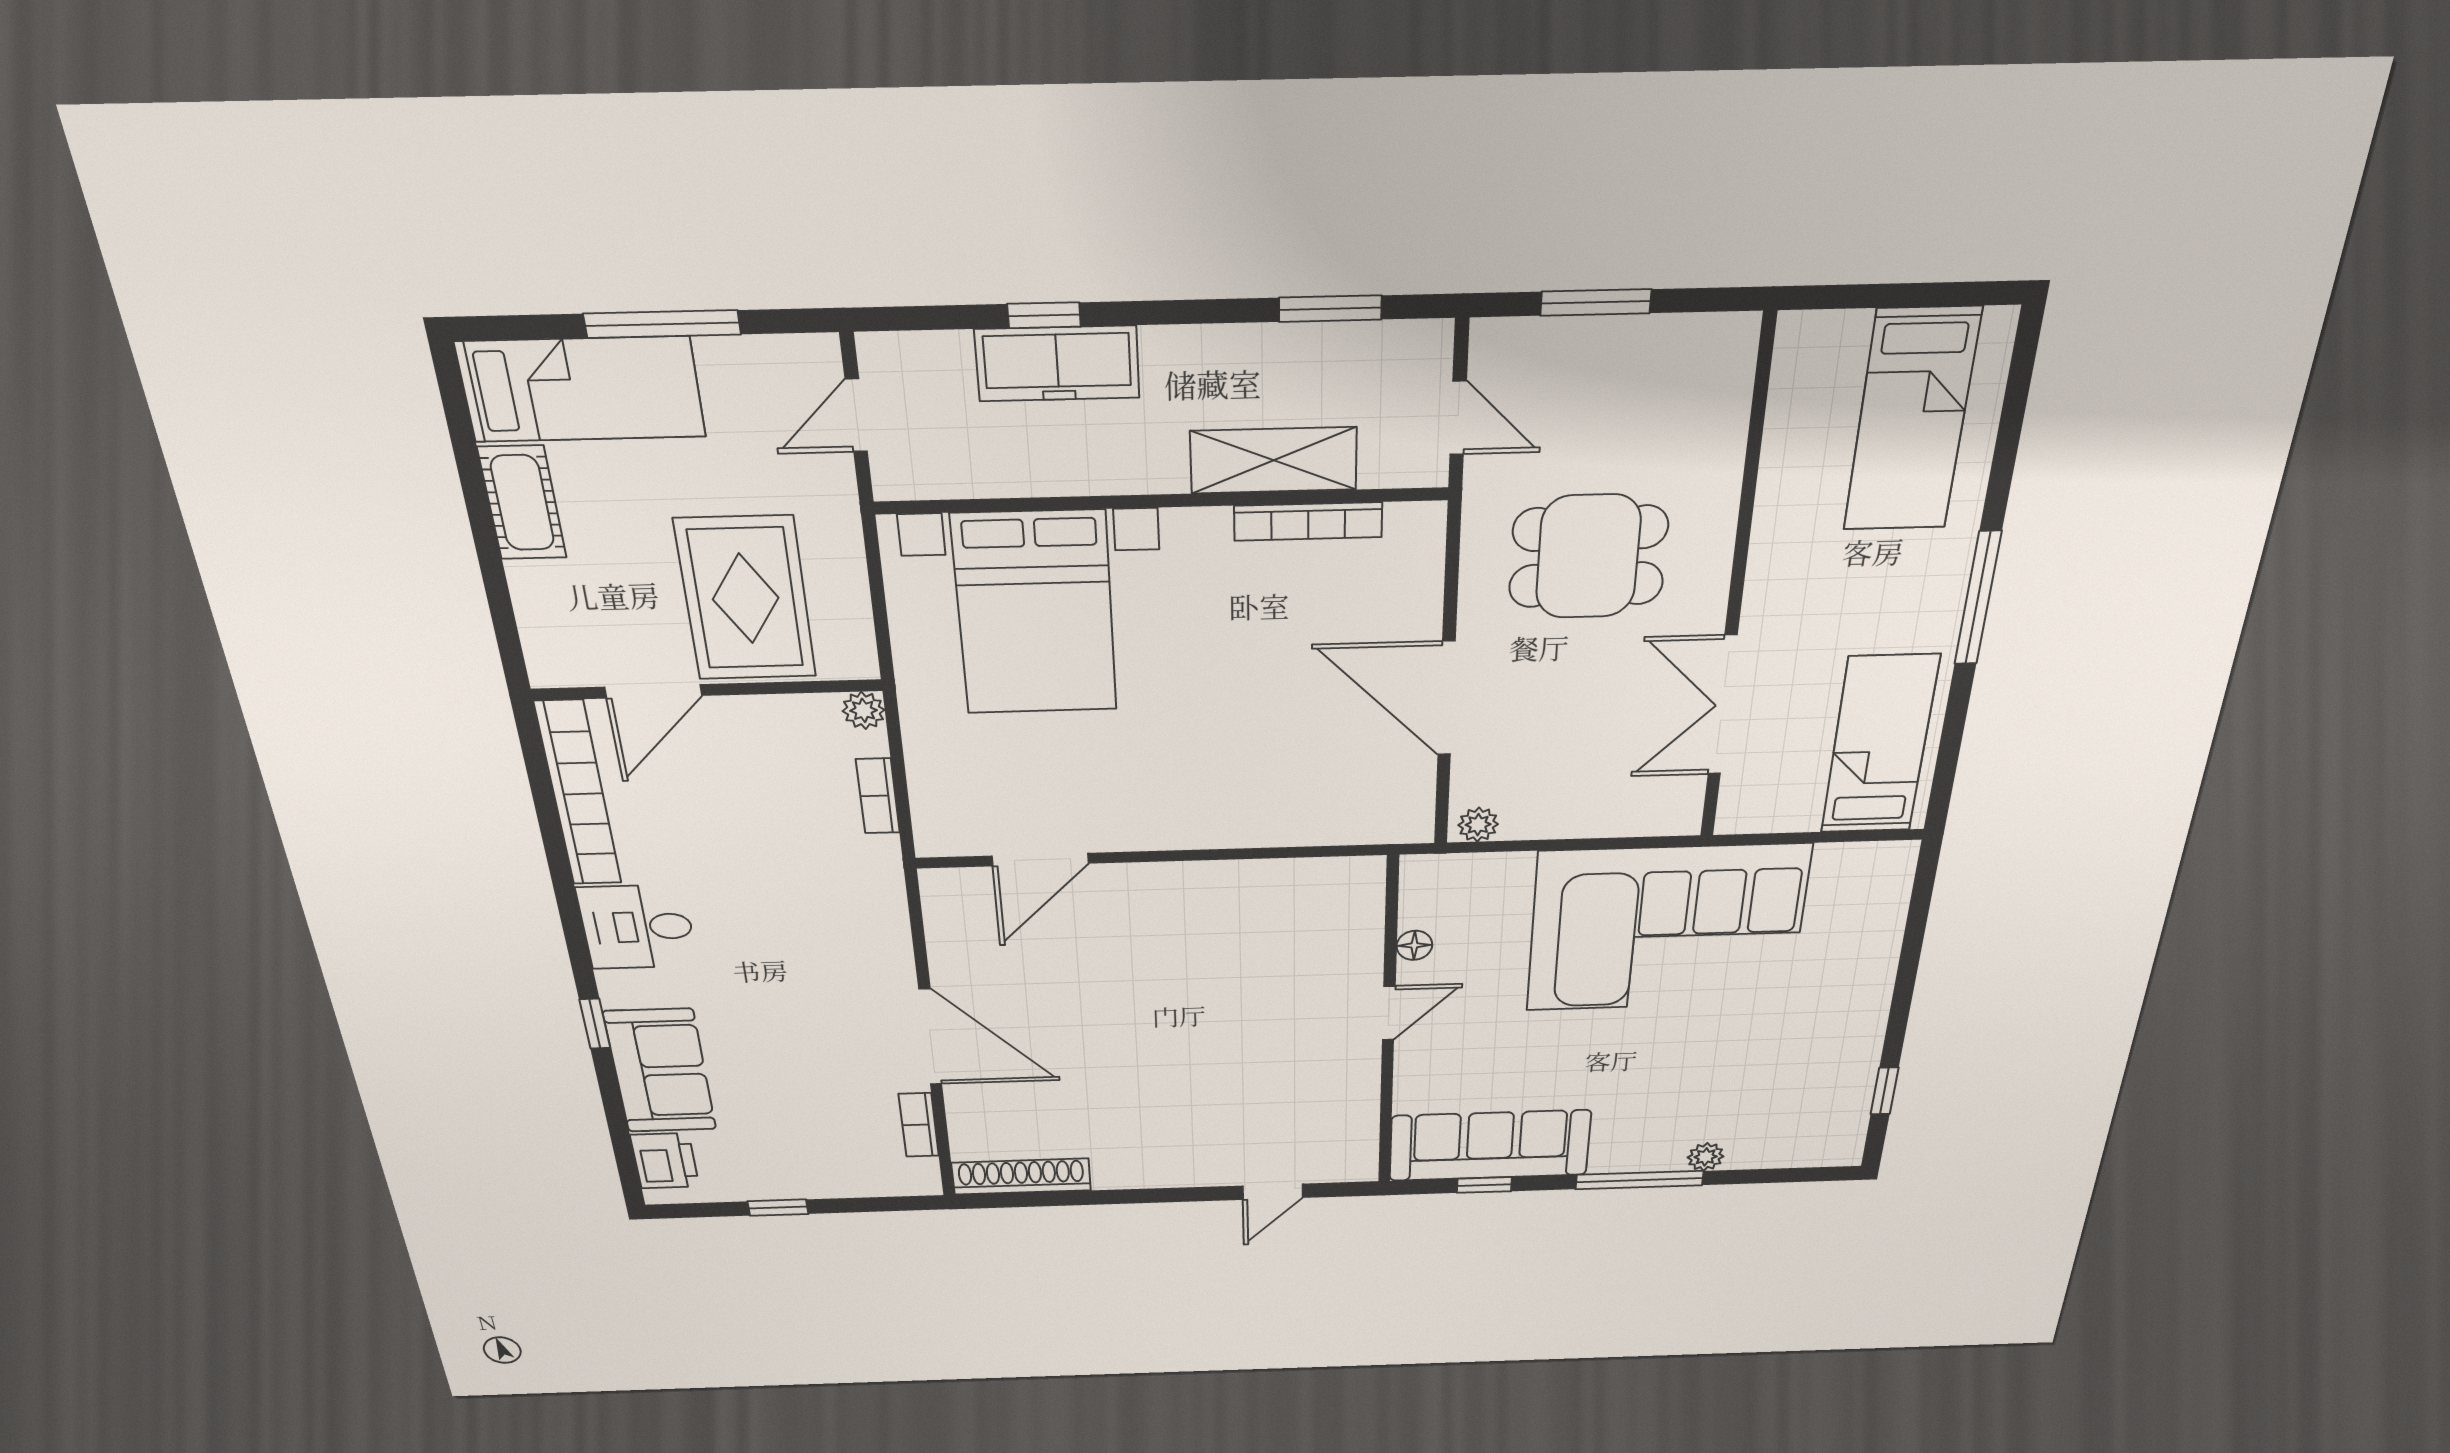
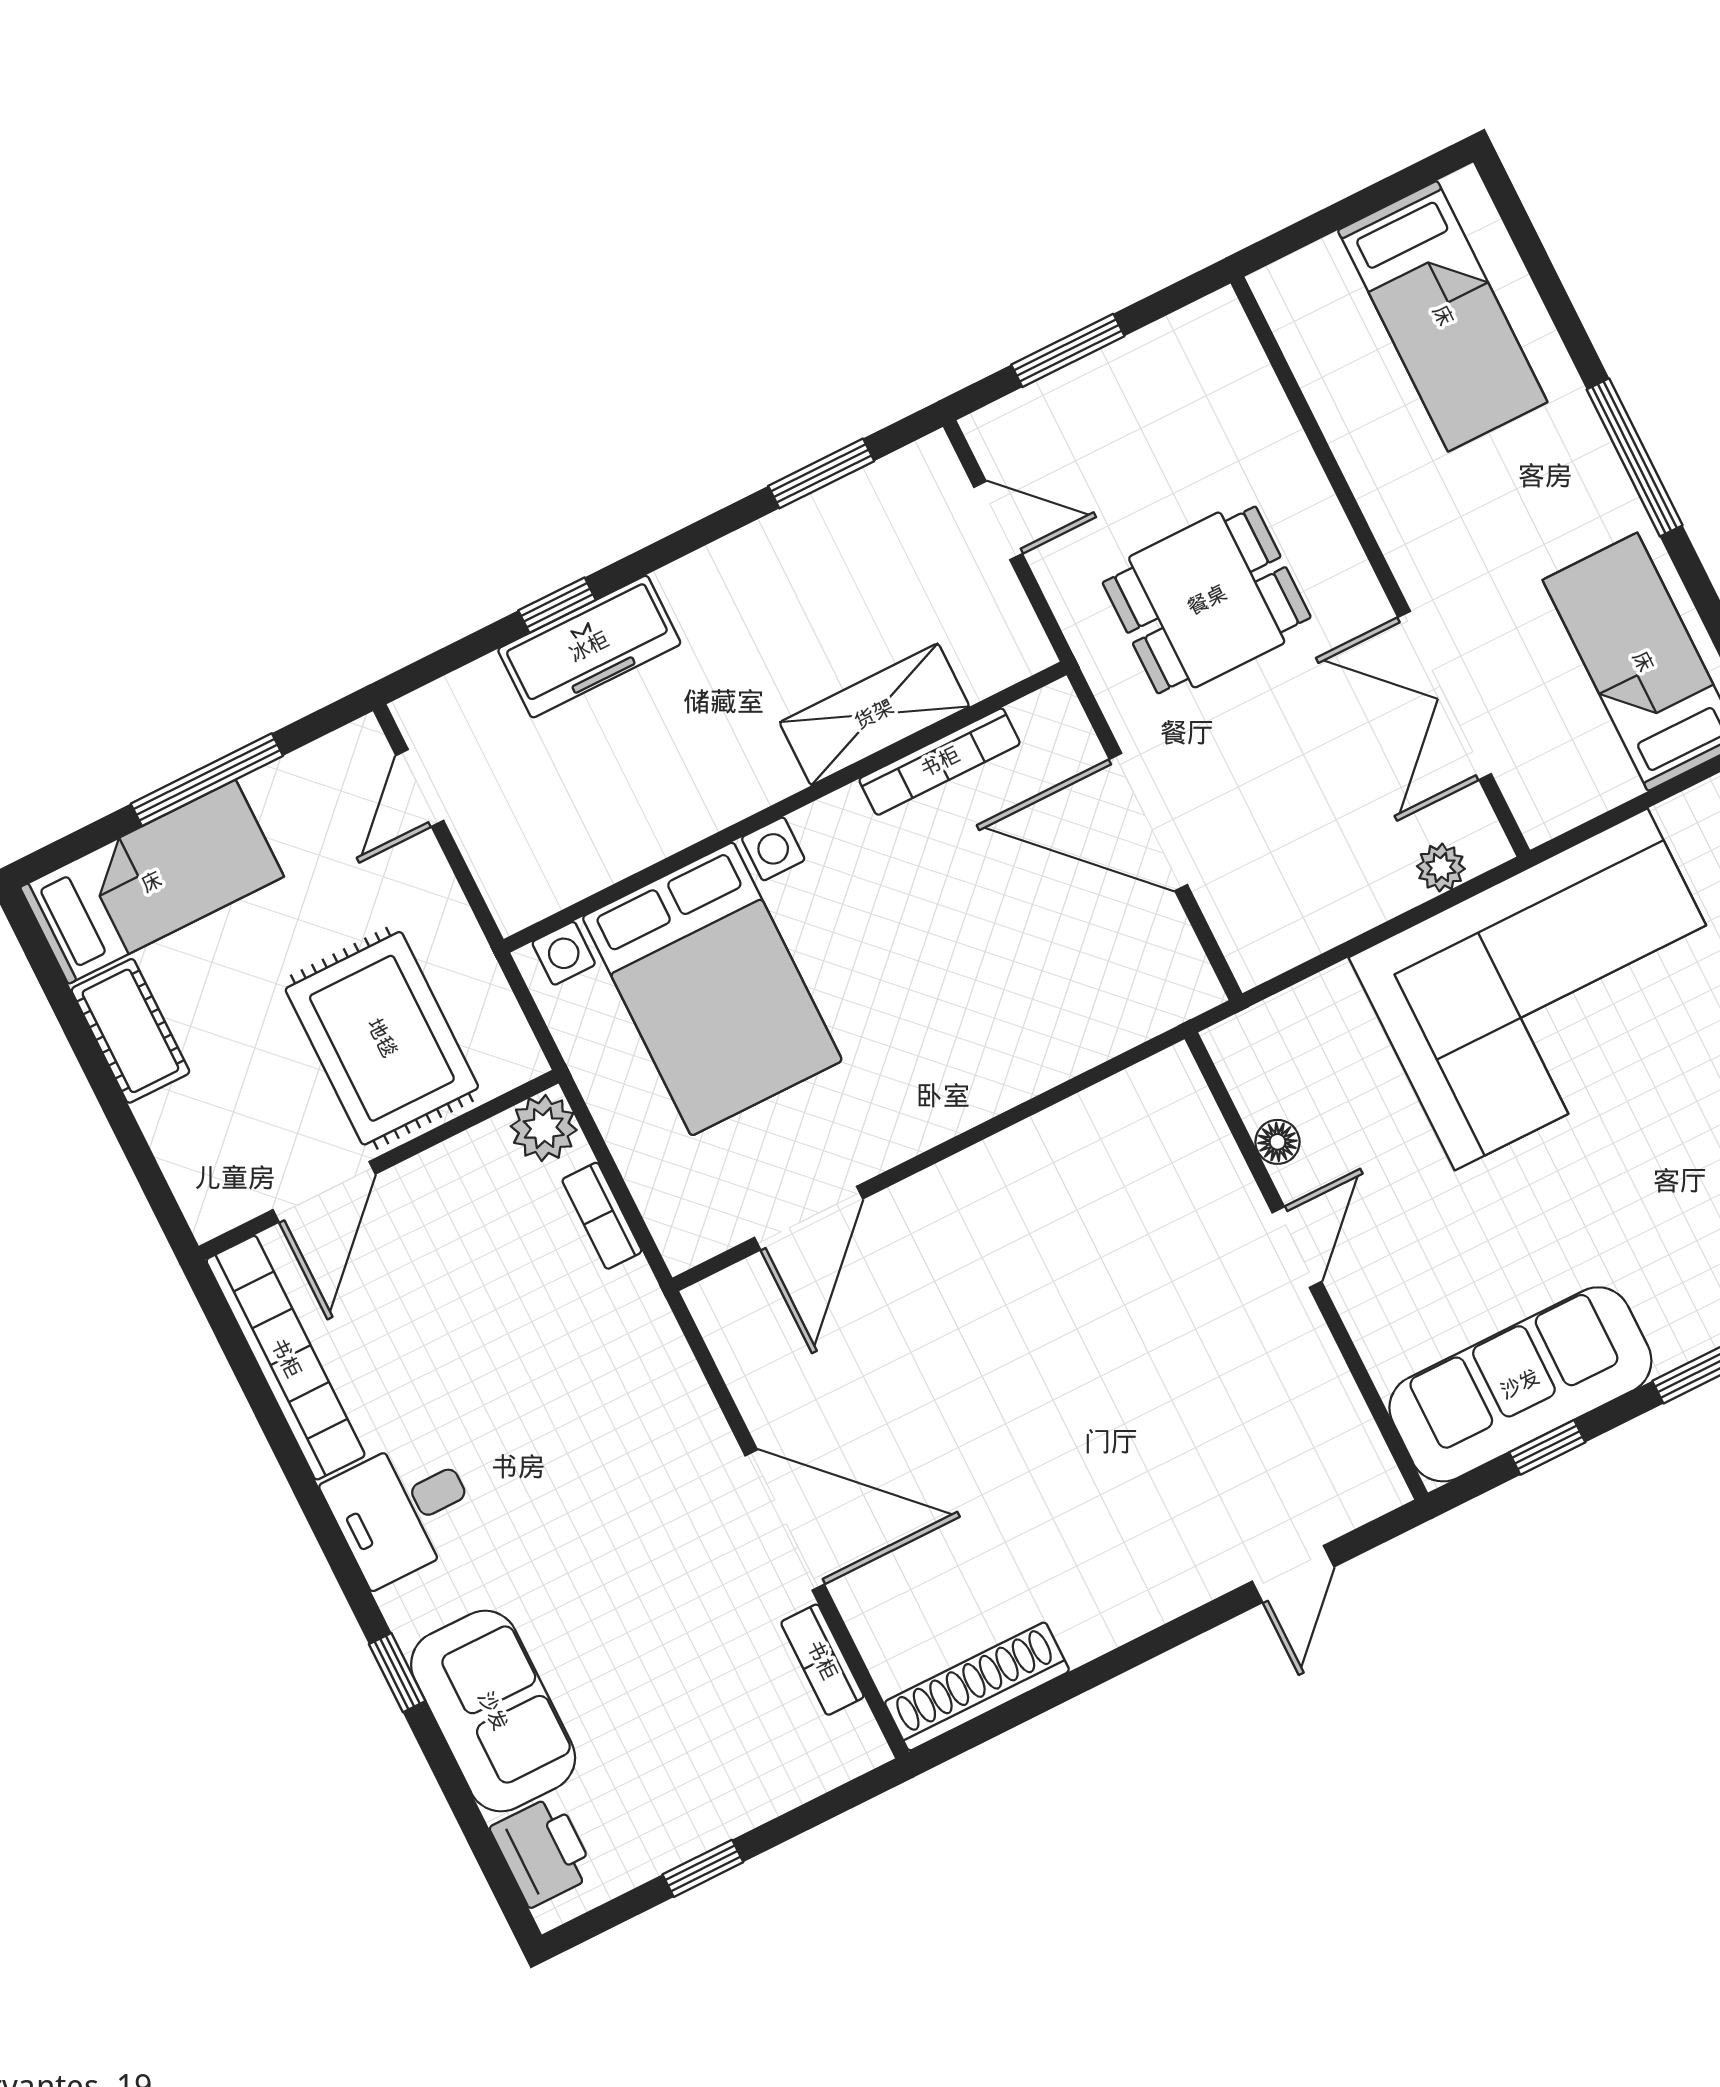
shelving: (1274, 460) -> (874, 714), moved
wall: (1162, 501) -> (785, 807), moved
bookcase: (1308, 521) -> (940, 762), moved
bed with nightstands: (1035, 614) -> (712, 989), moved
plant: (864, 710) -> (544, 1128), width x1.38, depth x1.38
plant: (1478, 825) -> (1441, 867), moved

